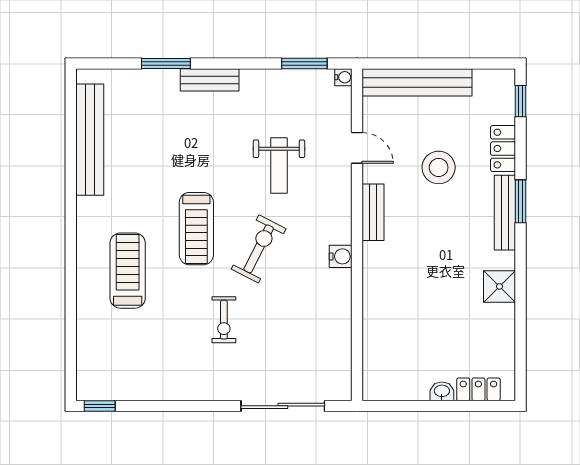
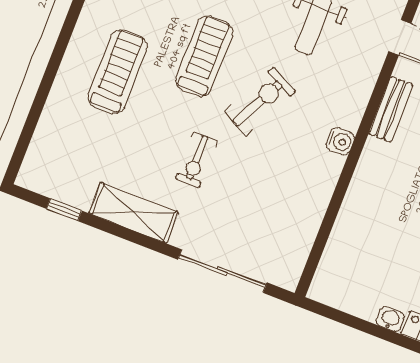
treadmill: (196, 229) -> (204, 56), turned 180
shelving: (188, 386) -> (134, 213), added
window: (100, 406) -> (64, 210), moved

